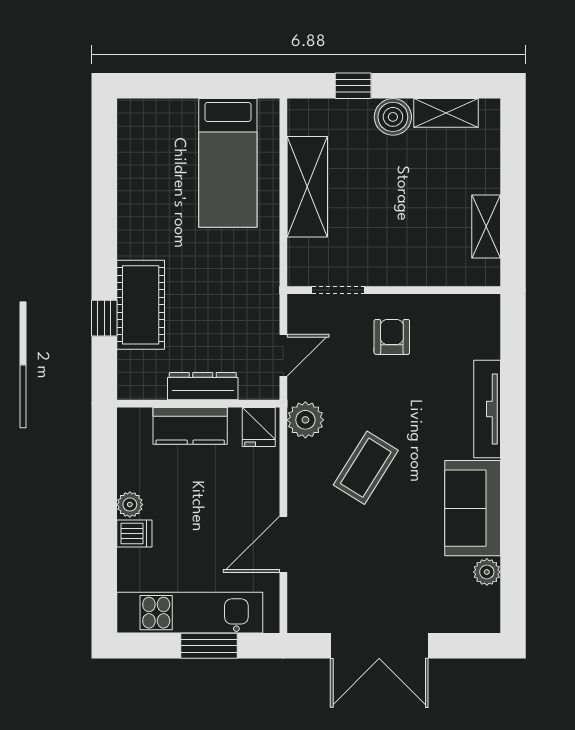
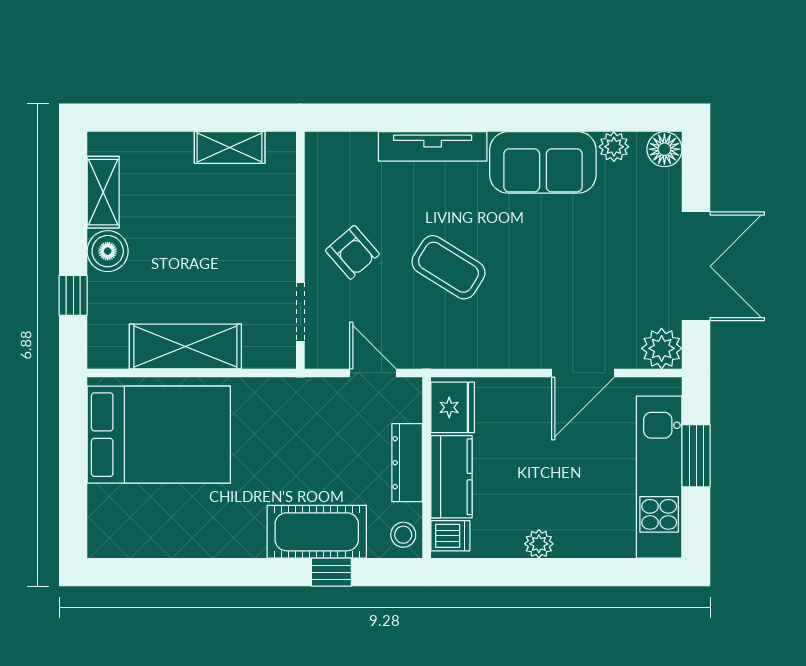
bed: (228, 163) -> (159, 435), width x1.50
armchair: (392, 337) -> (352, 252), turned -131
stool: (138, 383) -> (403, 535), added
plant: (305, 420) -> (662, 348), moved
fridge: (259, 427) -> (453, 407), width x1.38
coffee table: (366, 468) -> (448, 267), moved
dishwasher: (134, 534) -> (450, 536), moved, turned 90
door: (283, 544) -> (583, 373), hinge flipped
floor lamp: (485, 617) -> (664, 149), added

